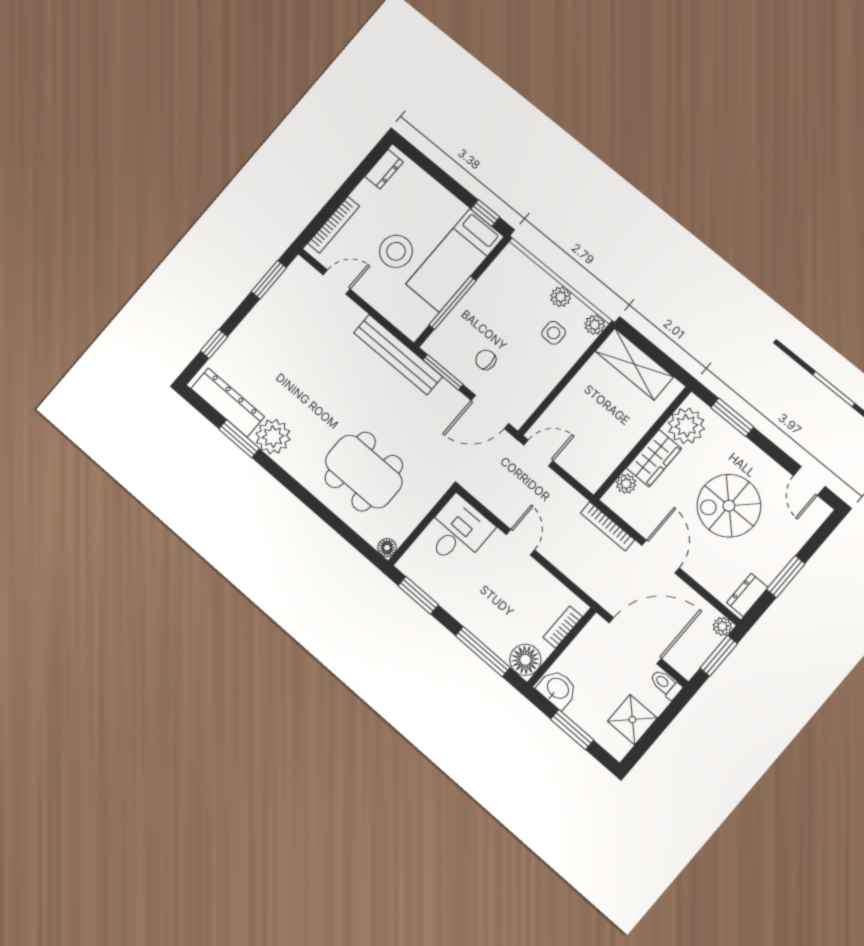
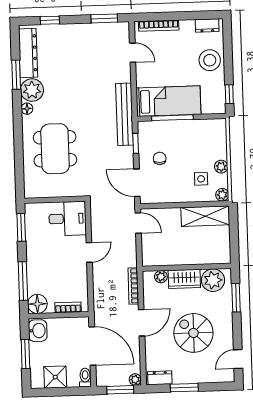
stool: (396, 251) -> (210, 60), moved
bed: (455, 260) -> (168, 101), moved, turned 180
shelving: (634, 364) -> (205, 216), moved, turned 90
window: (443, 372) -> (136, 143), width x0.67
floor lamp: (387, 548) -> (27, 109), moved

